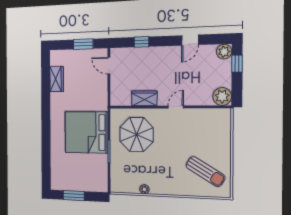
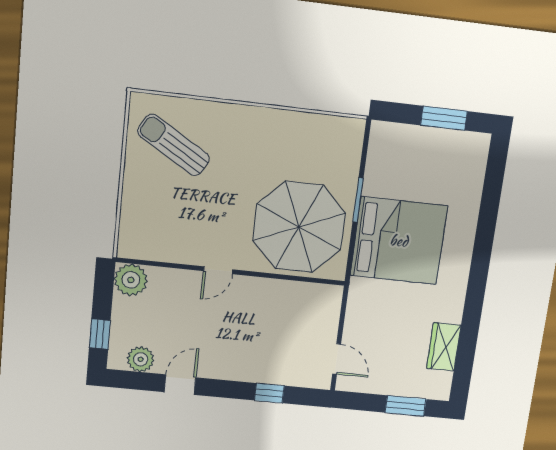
window: (83, 44) -> (406, 406), moved
plant: (224, 52) -> (141, 359), moved
wardrobe: (144, 98) -> (276, 292), removed
parasol: (137, 134) -> (299, 227), width x1.36, depth x1.36
plant: (144, 189) -> (296, 120), removed

